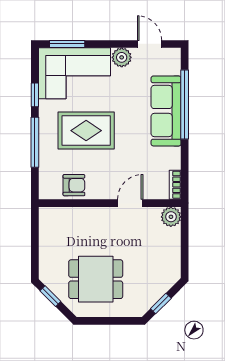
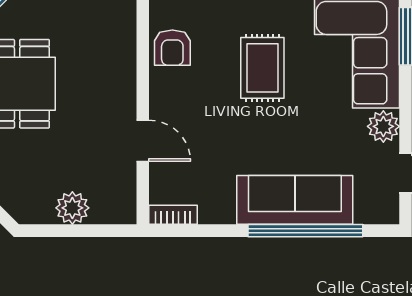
rug: (86, 131) -> (262, 68), width x0.73, depth x0.70
plant: (171, 217) -> (72, 208), moved

